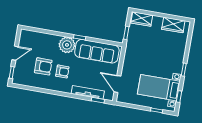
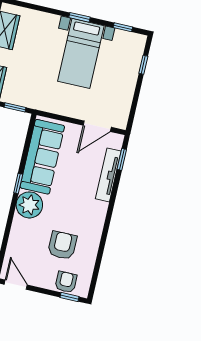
door: (15, 53) -> (16, 285), moved
armchair: (62, 72) -> (66, 282), moved
bed with nightstands: (159, 88) -> (81, 53), moved

